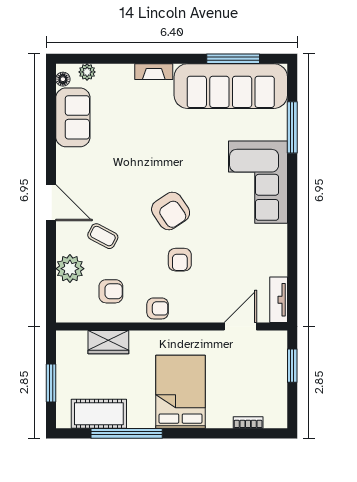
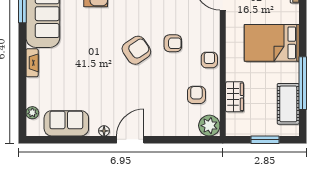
floor lamp: (63, 79) -> (104, 131), moved
coffee table: (103, 236) -> (155, 101), removed
plant: (70, 269) -> (209, 126), moved

